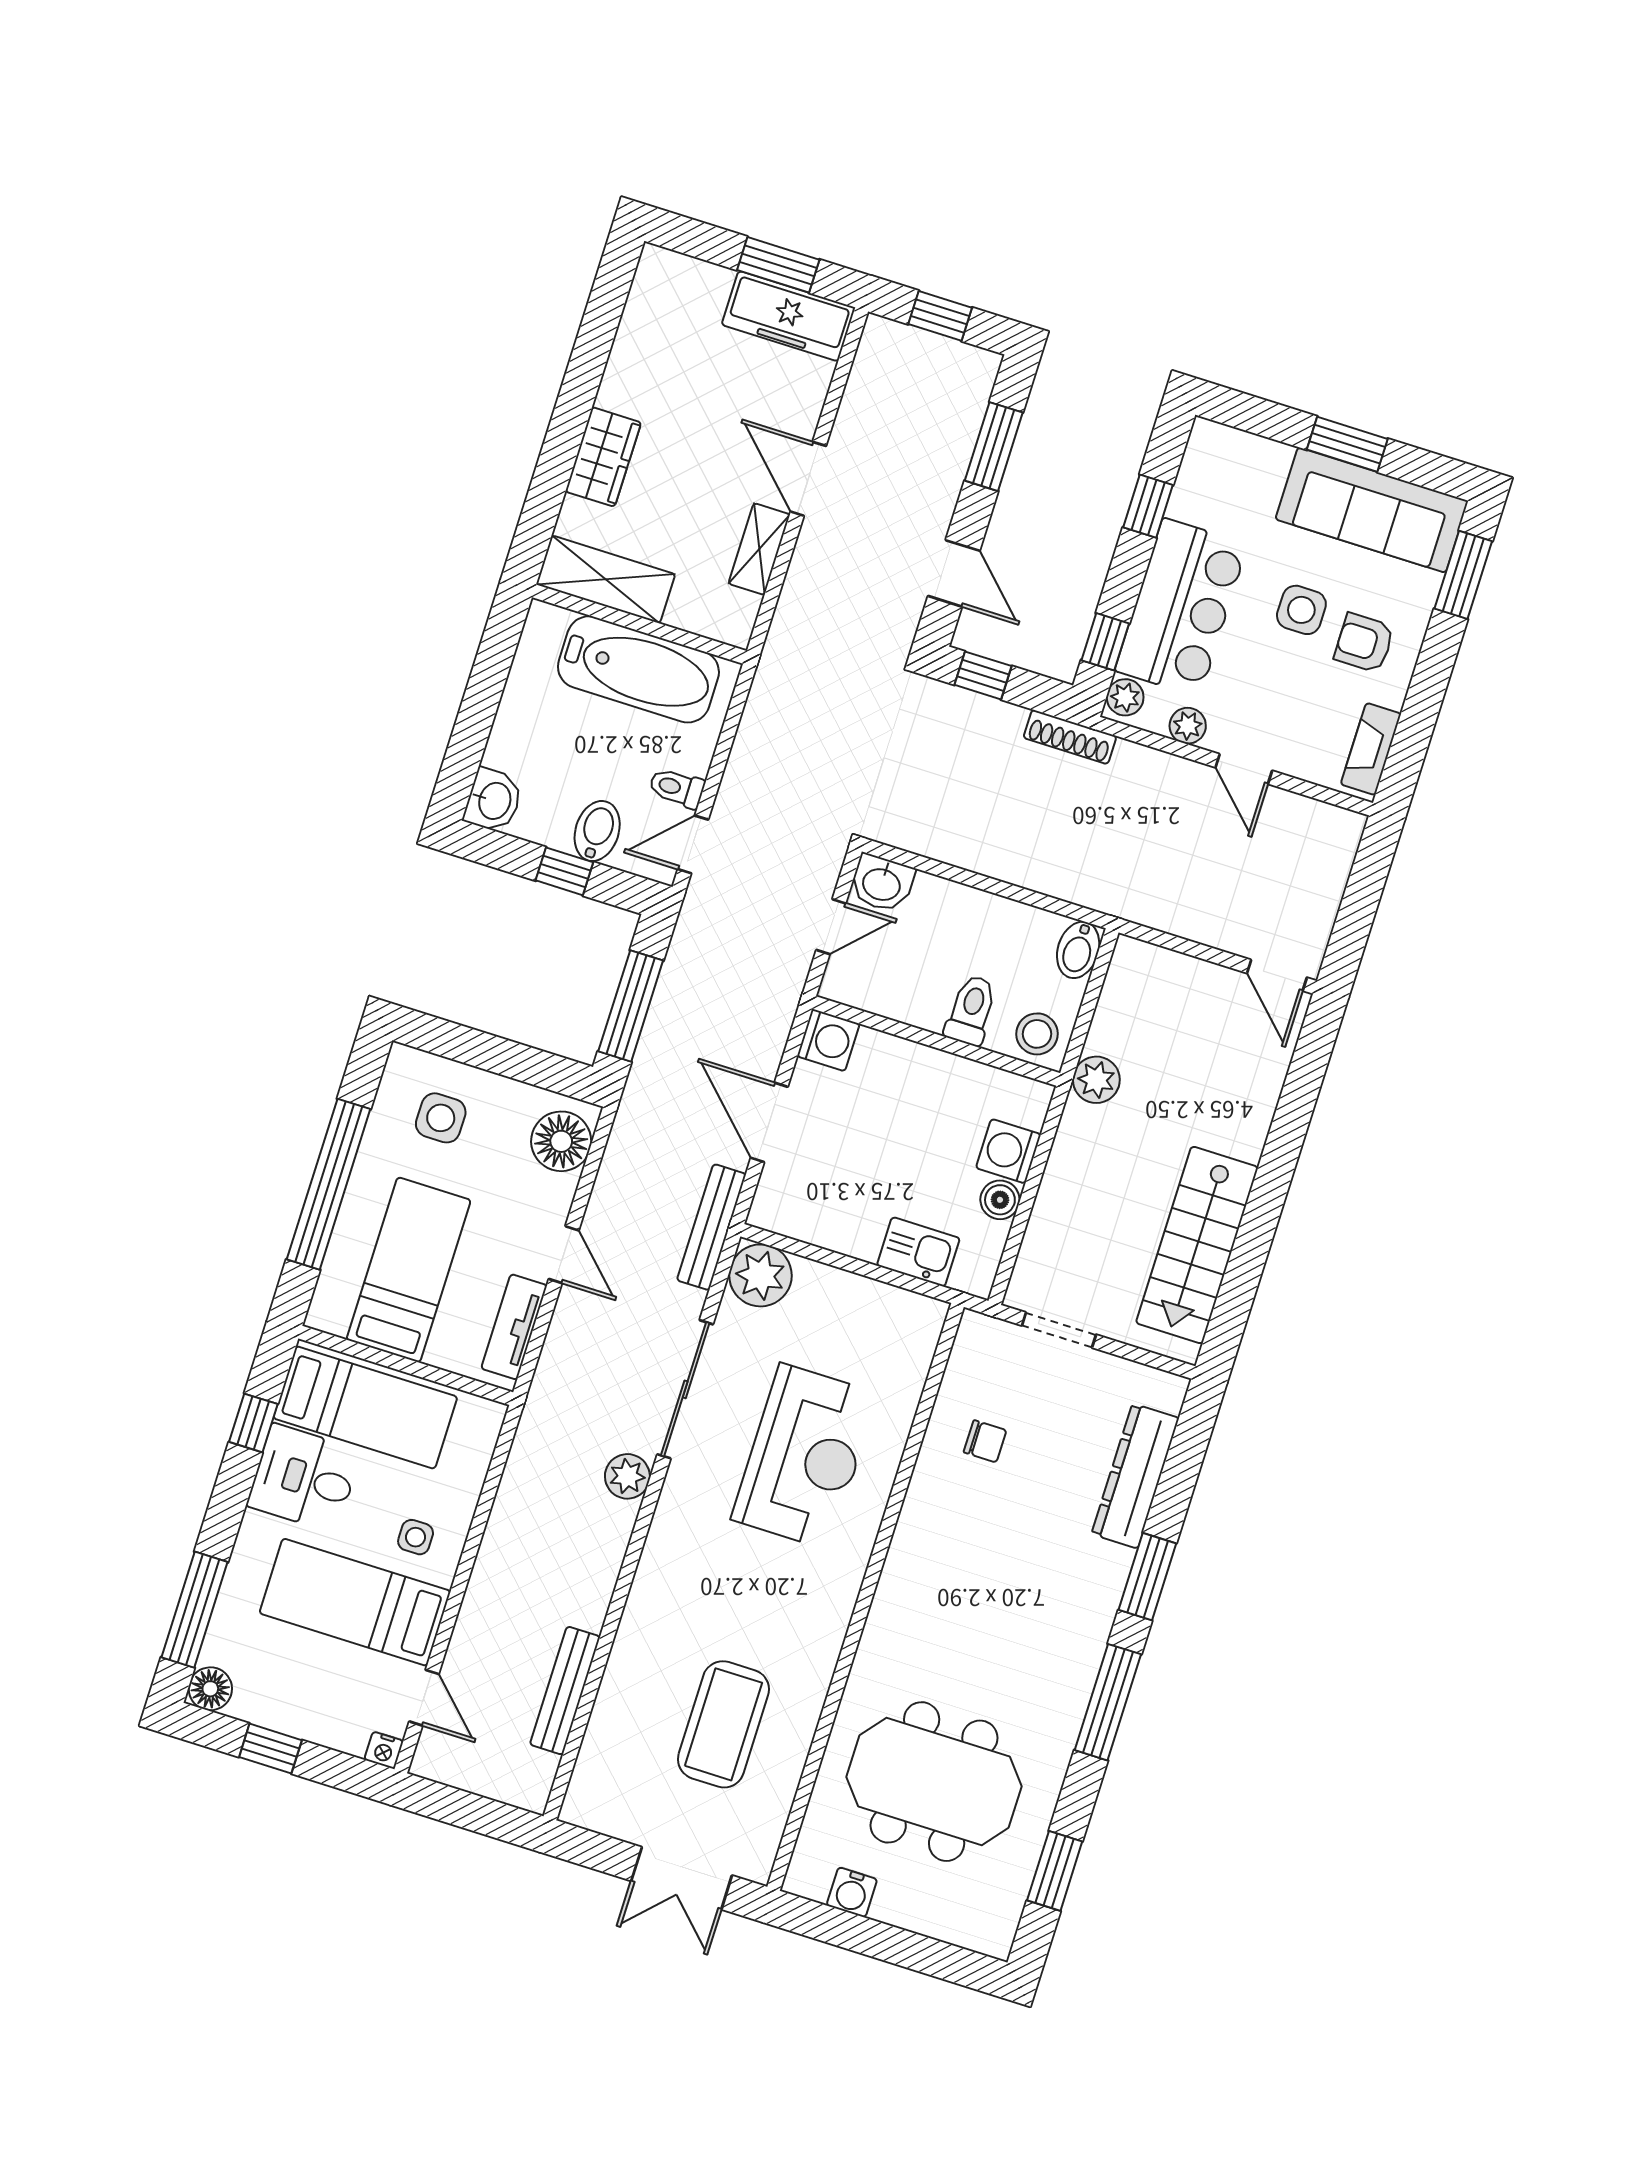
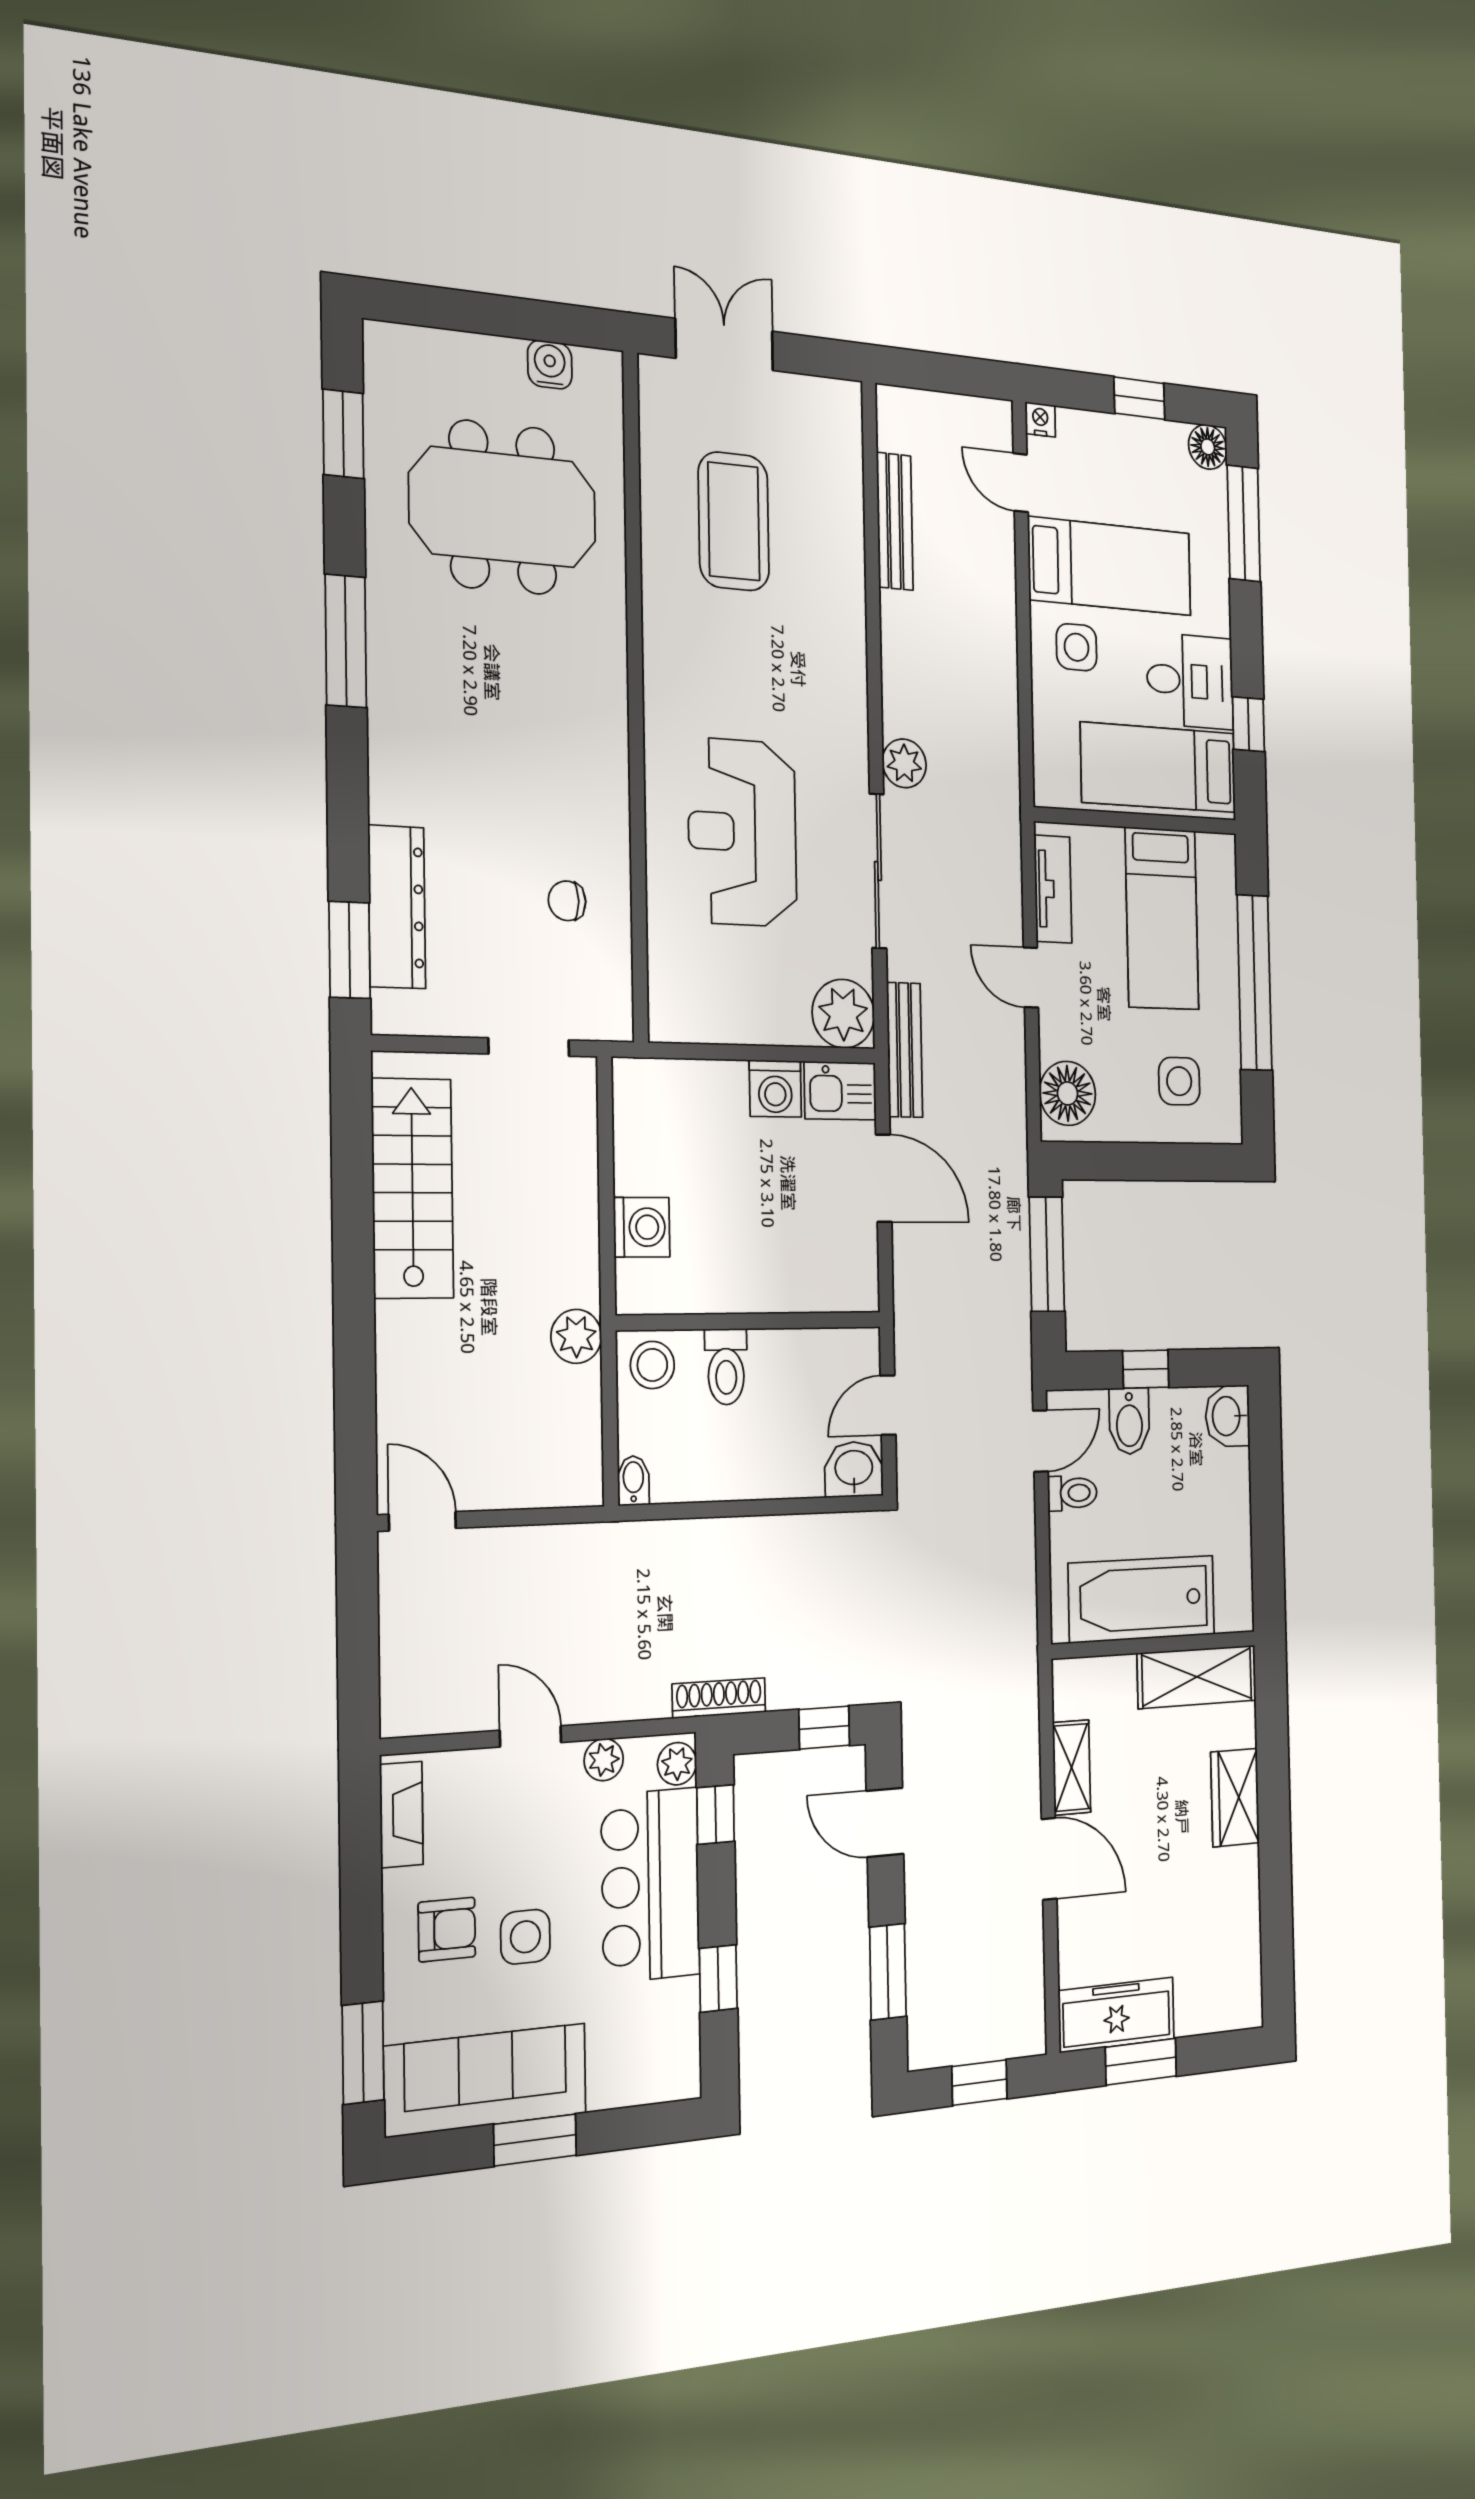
bidet: (1078, 950) -> (633, 1481), width x0.72, depth x0.74
washing machine: (828, 1040) -> (775, 1089), moved, turned -90
boiler: (1000, 1200) -> (634, 1171), removed
kitchen sink: (918, 1252) -> (840, 1091), moved
side table: (416, 1537) -> (1077, 647), width x1.37, depth x1.37
window: (1147, 1577) -> (350, 950), moved

